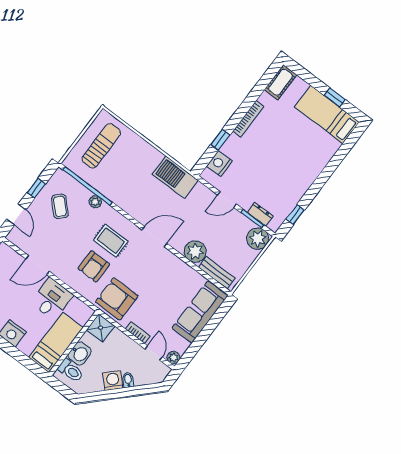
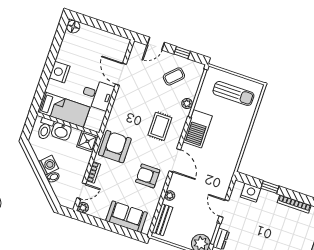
barbecue: (175, 177) -> (198, 129), moved, turned 180
plant: (195, 252) -> (170, 195), width x0.53, depth x0.53
armchair: (94, 266) -> (148, 176), moved
sofa: (200, 312) -> (127, 217), width x0.73

